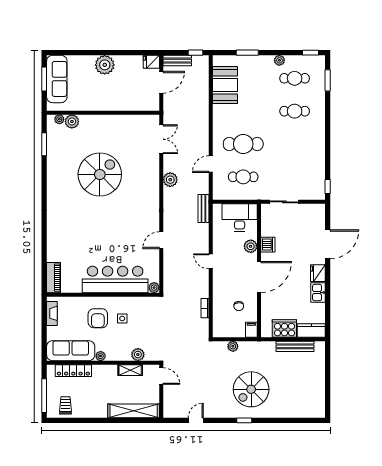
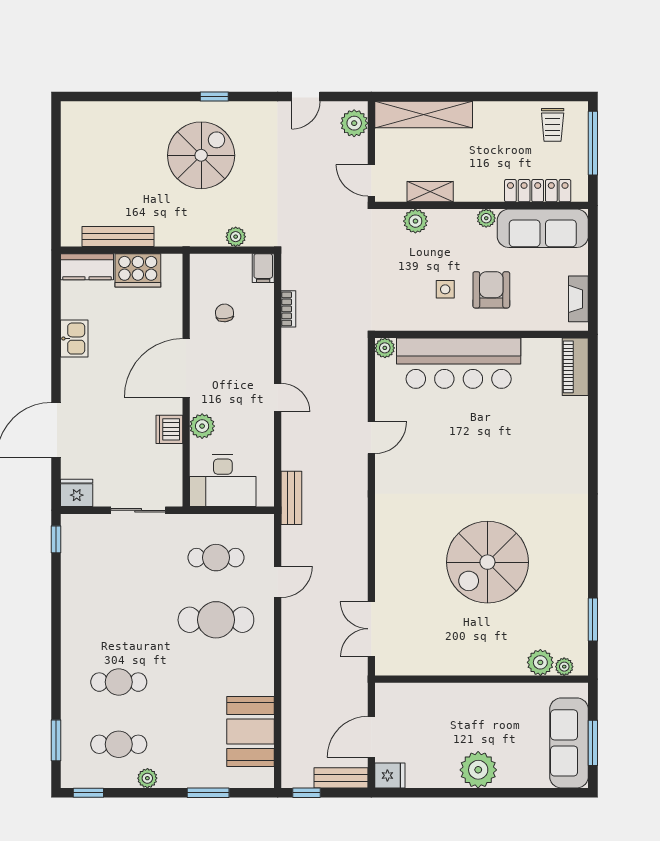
plant: (170, 180) -> (354, 123), moved
fridge: (318, 273) -> (77, 493), moved, turned -90
filing cabinet: (251, 330) -> (263, 268), moved

